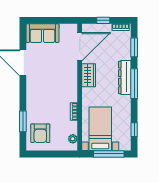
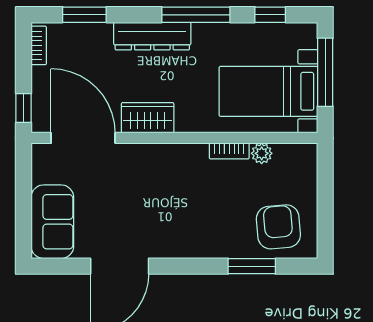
window: (103, 20) -> (23, 108), moved
window: (134, 84) -> (196, 15), moved
armchair: (40, 133) -> (278, 227), turned -95
plant: (73, 139) -> (262, 153), moved

